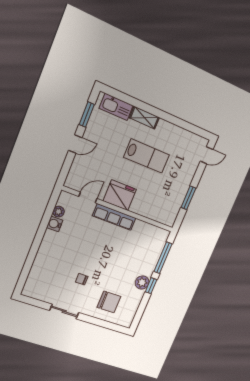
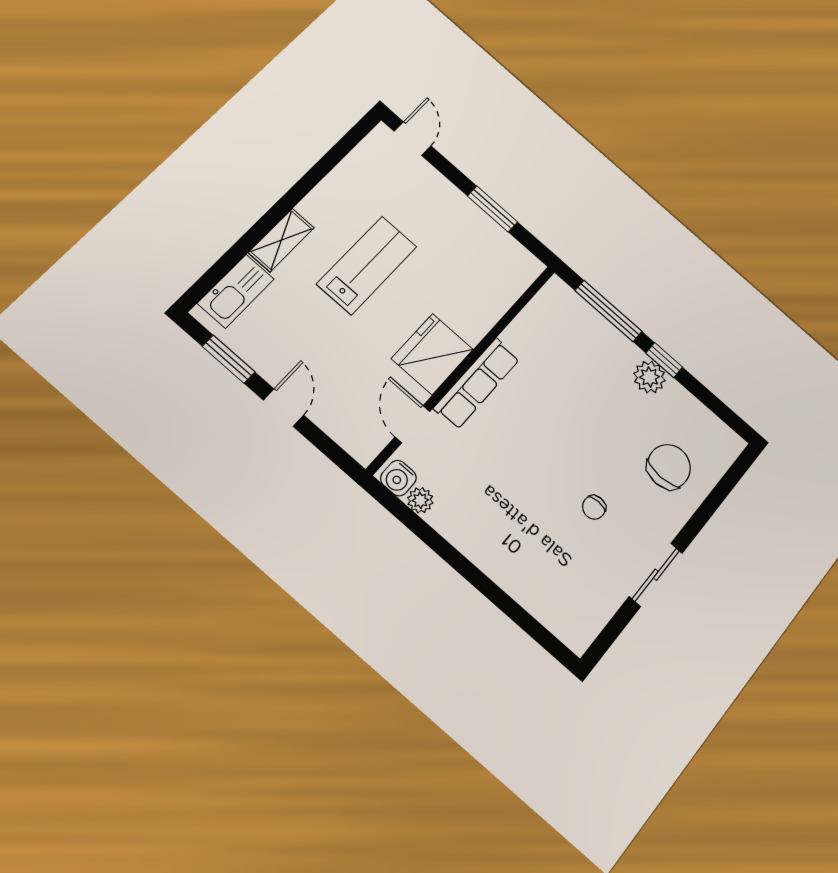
water cooler: (55, 224) -> (398, 478), moved

